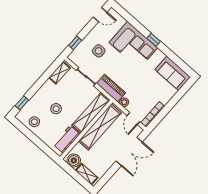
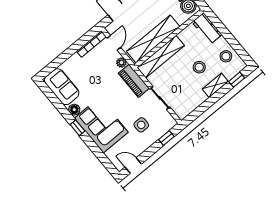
floor lamp: (159, 55) -> (74, 110), added
shelving: (60, 73) -> (215, 85), moved
workbench: (67, 139) -> (207, 28), moved, turned 90

